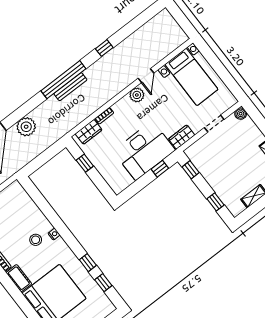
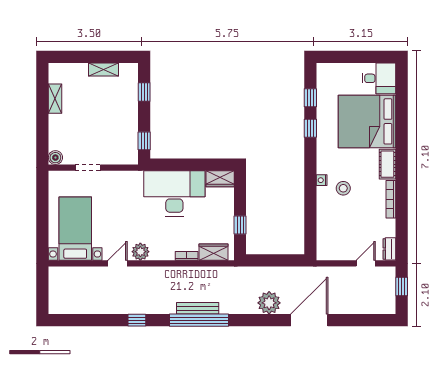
wardrobe: (182, 137) -> (220, 179), moved
window: (160, 169) -> (173, 165), removed

